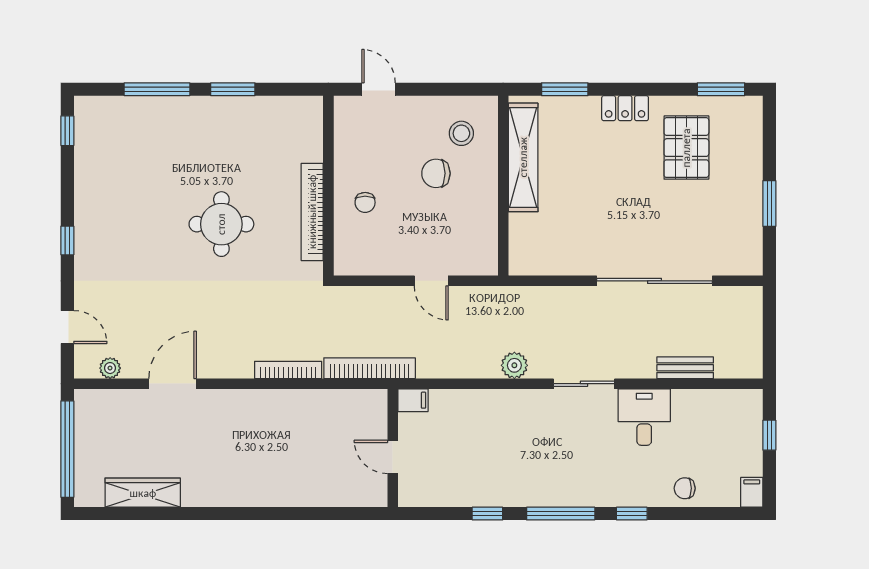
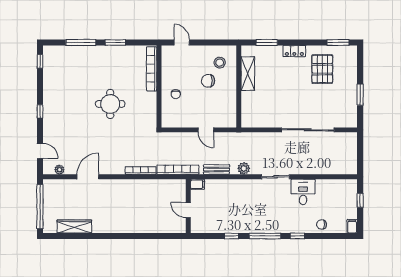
shelving: (523, 157) -> (248, 74), width x0.68
bookcase: (312, 212) -> (152, 69), moved
bench: (685, 368) -> (216, 169), moved

